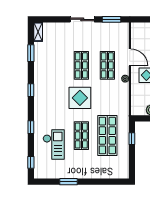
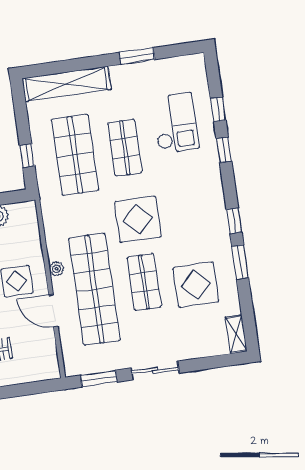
window: (31, 53) -> (240, 262), moved
display table: (55, 60) -> (196, 285), added
shop shelf: (107, 65) -> (94, 289), width x2.00, depth x1.36
checkout: (54, 144) -> (175, 123), turned 180
window: (31, 162) -> (218, 109), moved
shelving: (107, 172) -> (66, 84), added

